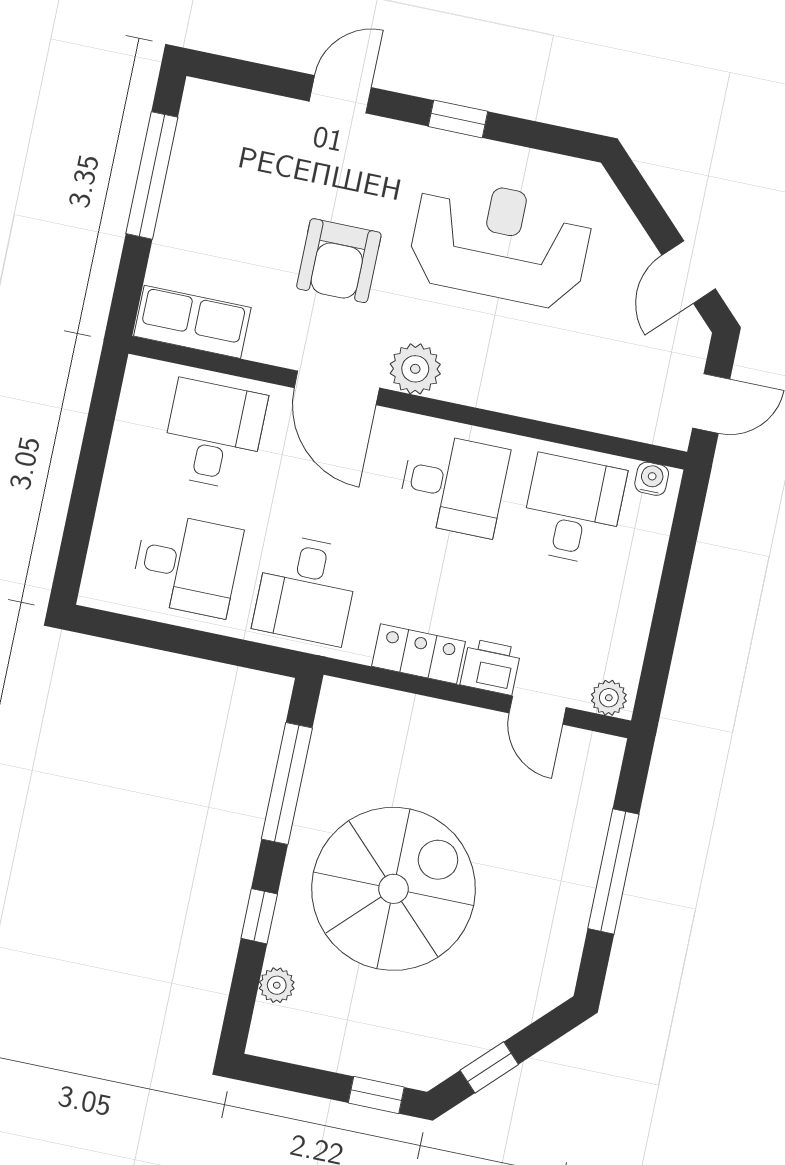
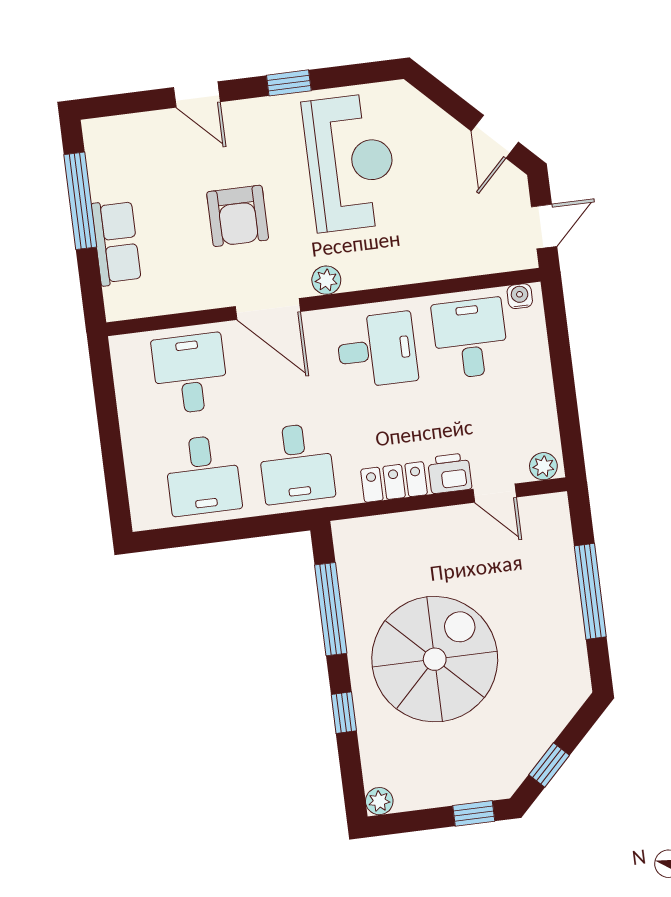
door: (340, 94) -> (197, 95), swing flipped
reception desk: (500, 243) -> (350, 162), turned 90
row of seats: (192, 322) -> (116, 243), moved, turned 90
plant: (415, 369) -> (326, 280), width x0.73, depth x0.73
desk: (187, 565) -> (203, 475), turned 90
plant: (277, 985) -> (379, 801), moved

